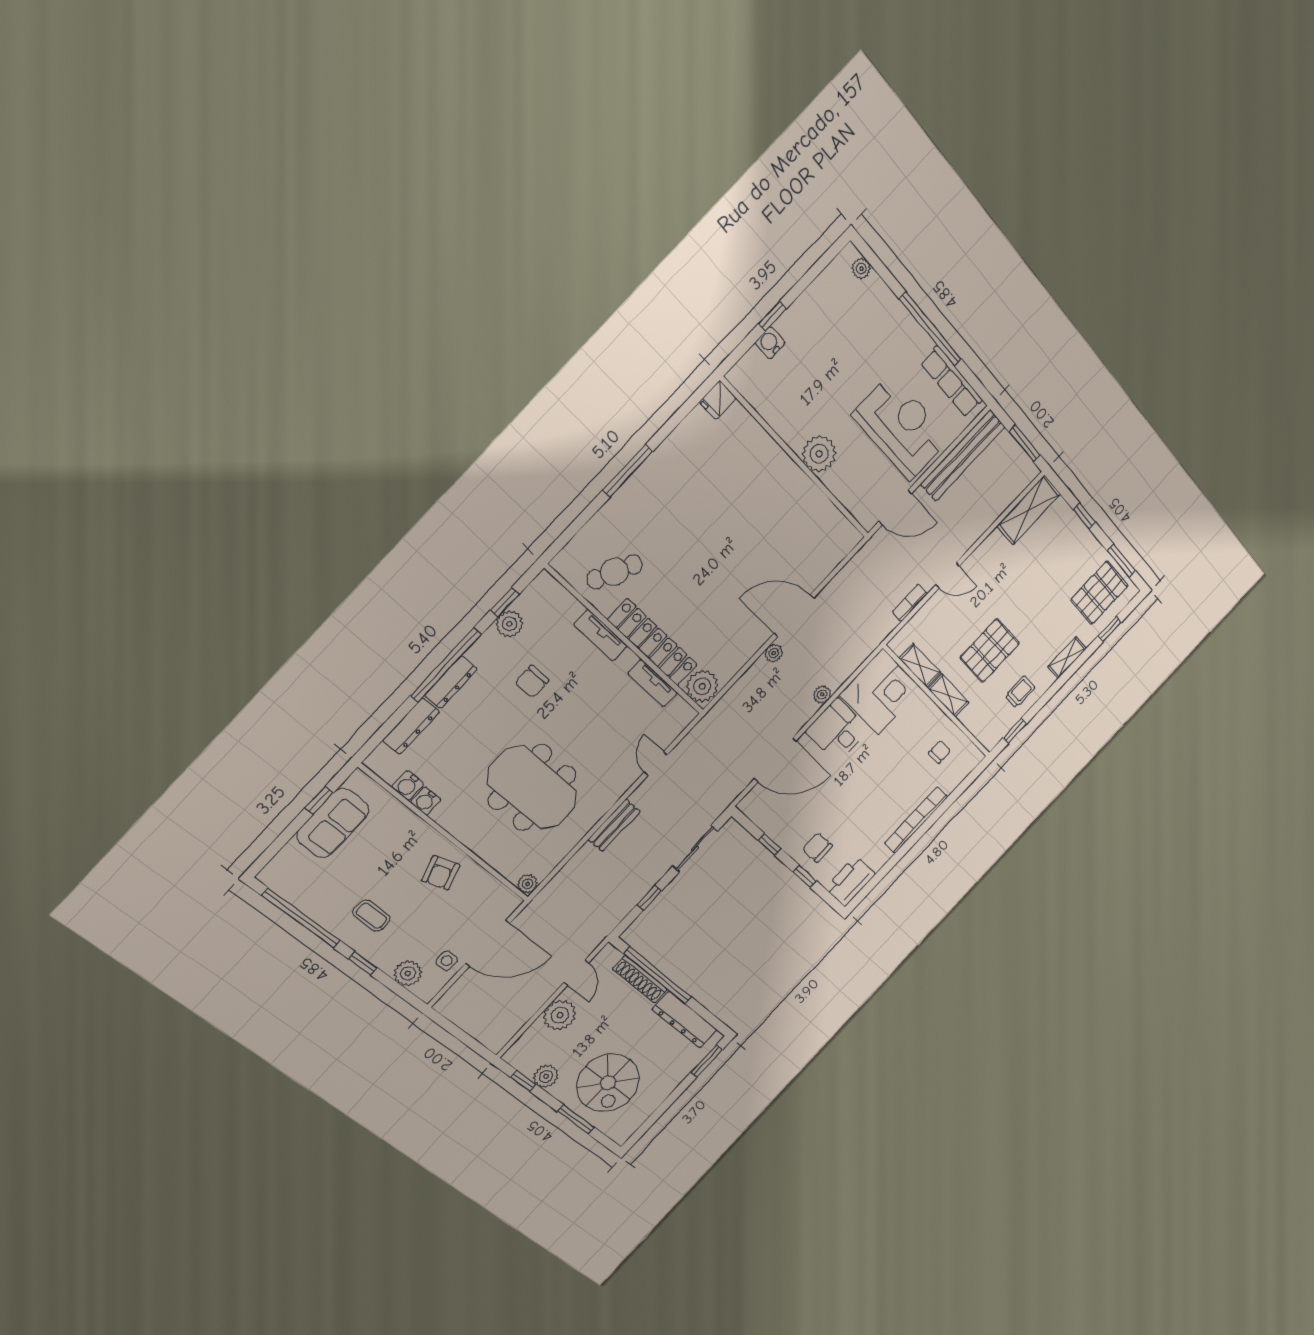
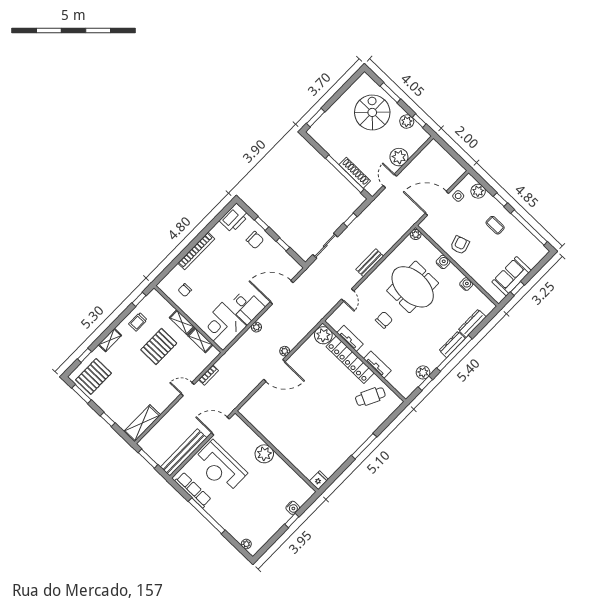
chair: (532, 682) -> (384, 320), moved
water cooler: (408, 785) -> (443, 262), moved
dresser: (685, 1020) -> (329, 145), removed

